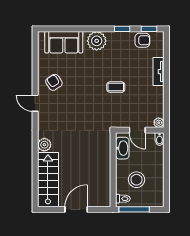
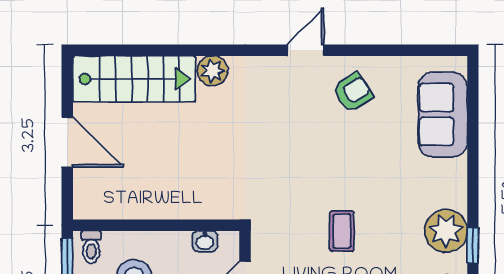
plant: (97, 41) -> (446, 231), moved
washbasin: (122, 148) -> (205, 241), width x0.52, depth x0.69

